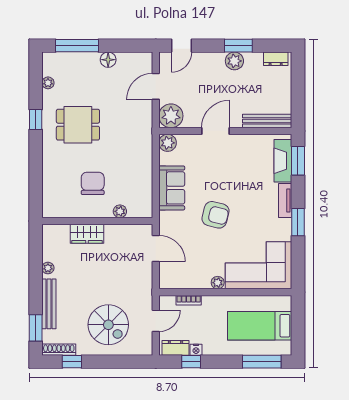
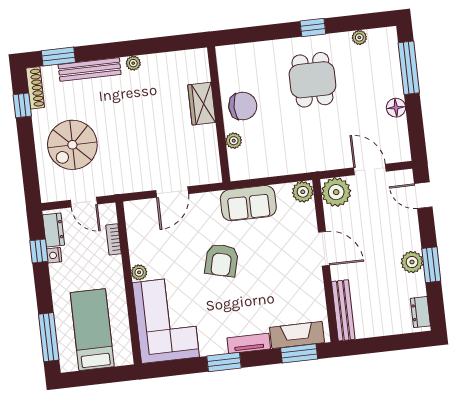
plant: (120, 211) -> (234, 141), moved
wall: (97, 221) -> (219, 114), moved
wardrobe: (87, 234) -> (202, 104), moved

